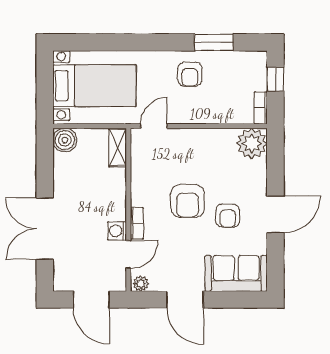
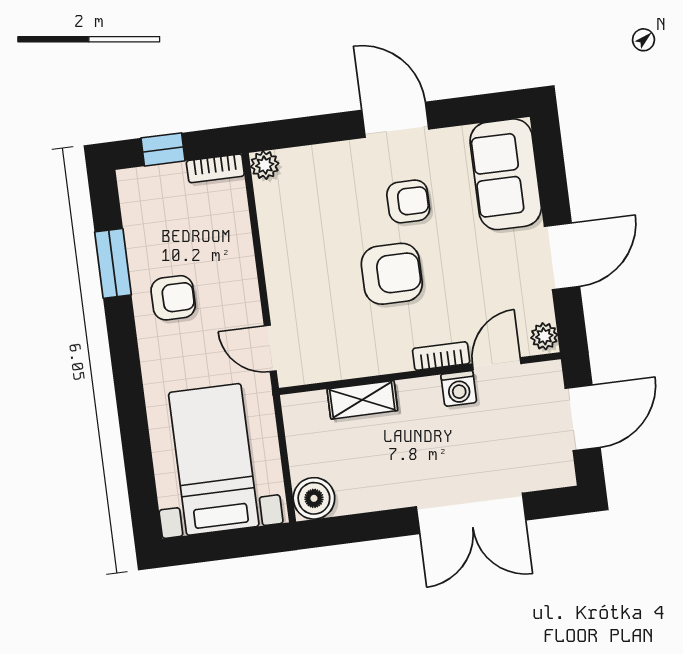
plant: (252, 143) -> (265, 165), width x0.53, depth x0.53
shelving: (118, 148) -> (362, 400), moved
door: (128, 254) -> (497, 364), hinge flipped

